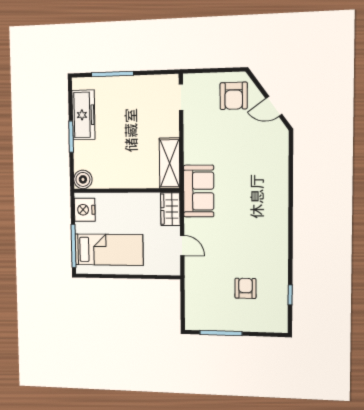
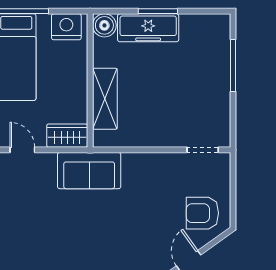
freezer: (83, 115) -> (148, 28), moved
shelving: (170, 163) -> (105, 99), moved, turned 90
door: (182, 246) -> (22, 150), swing flipped

